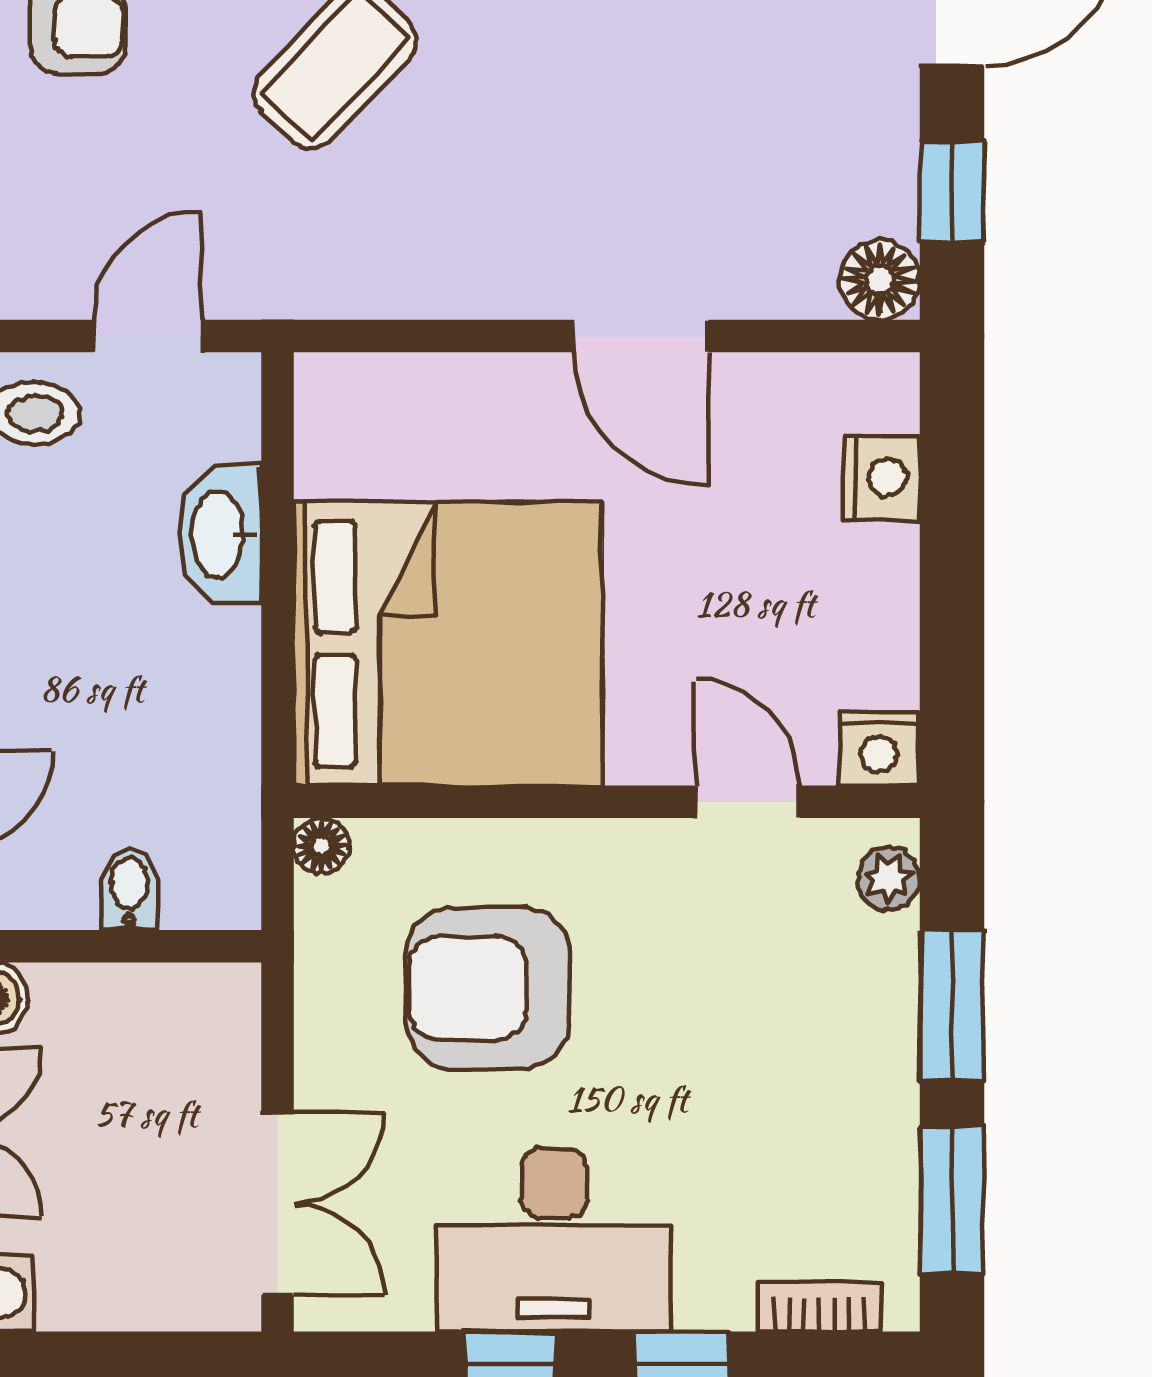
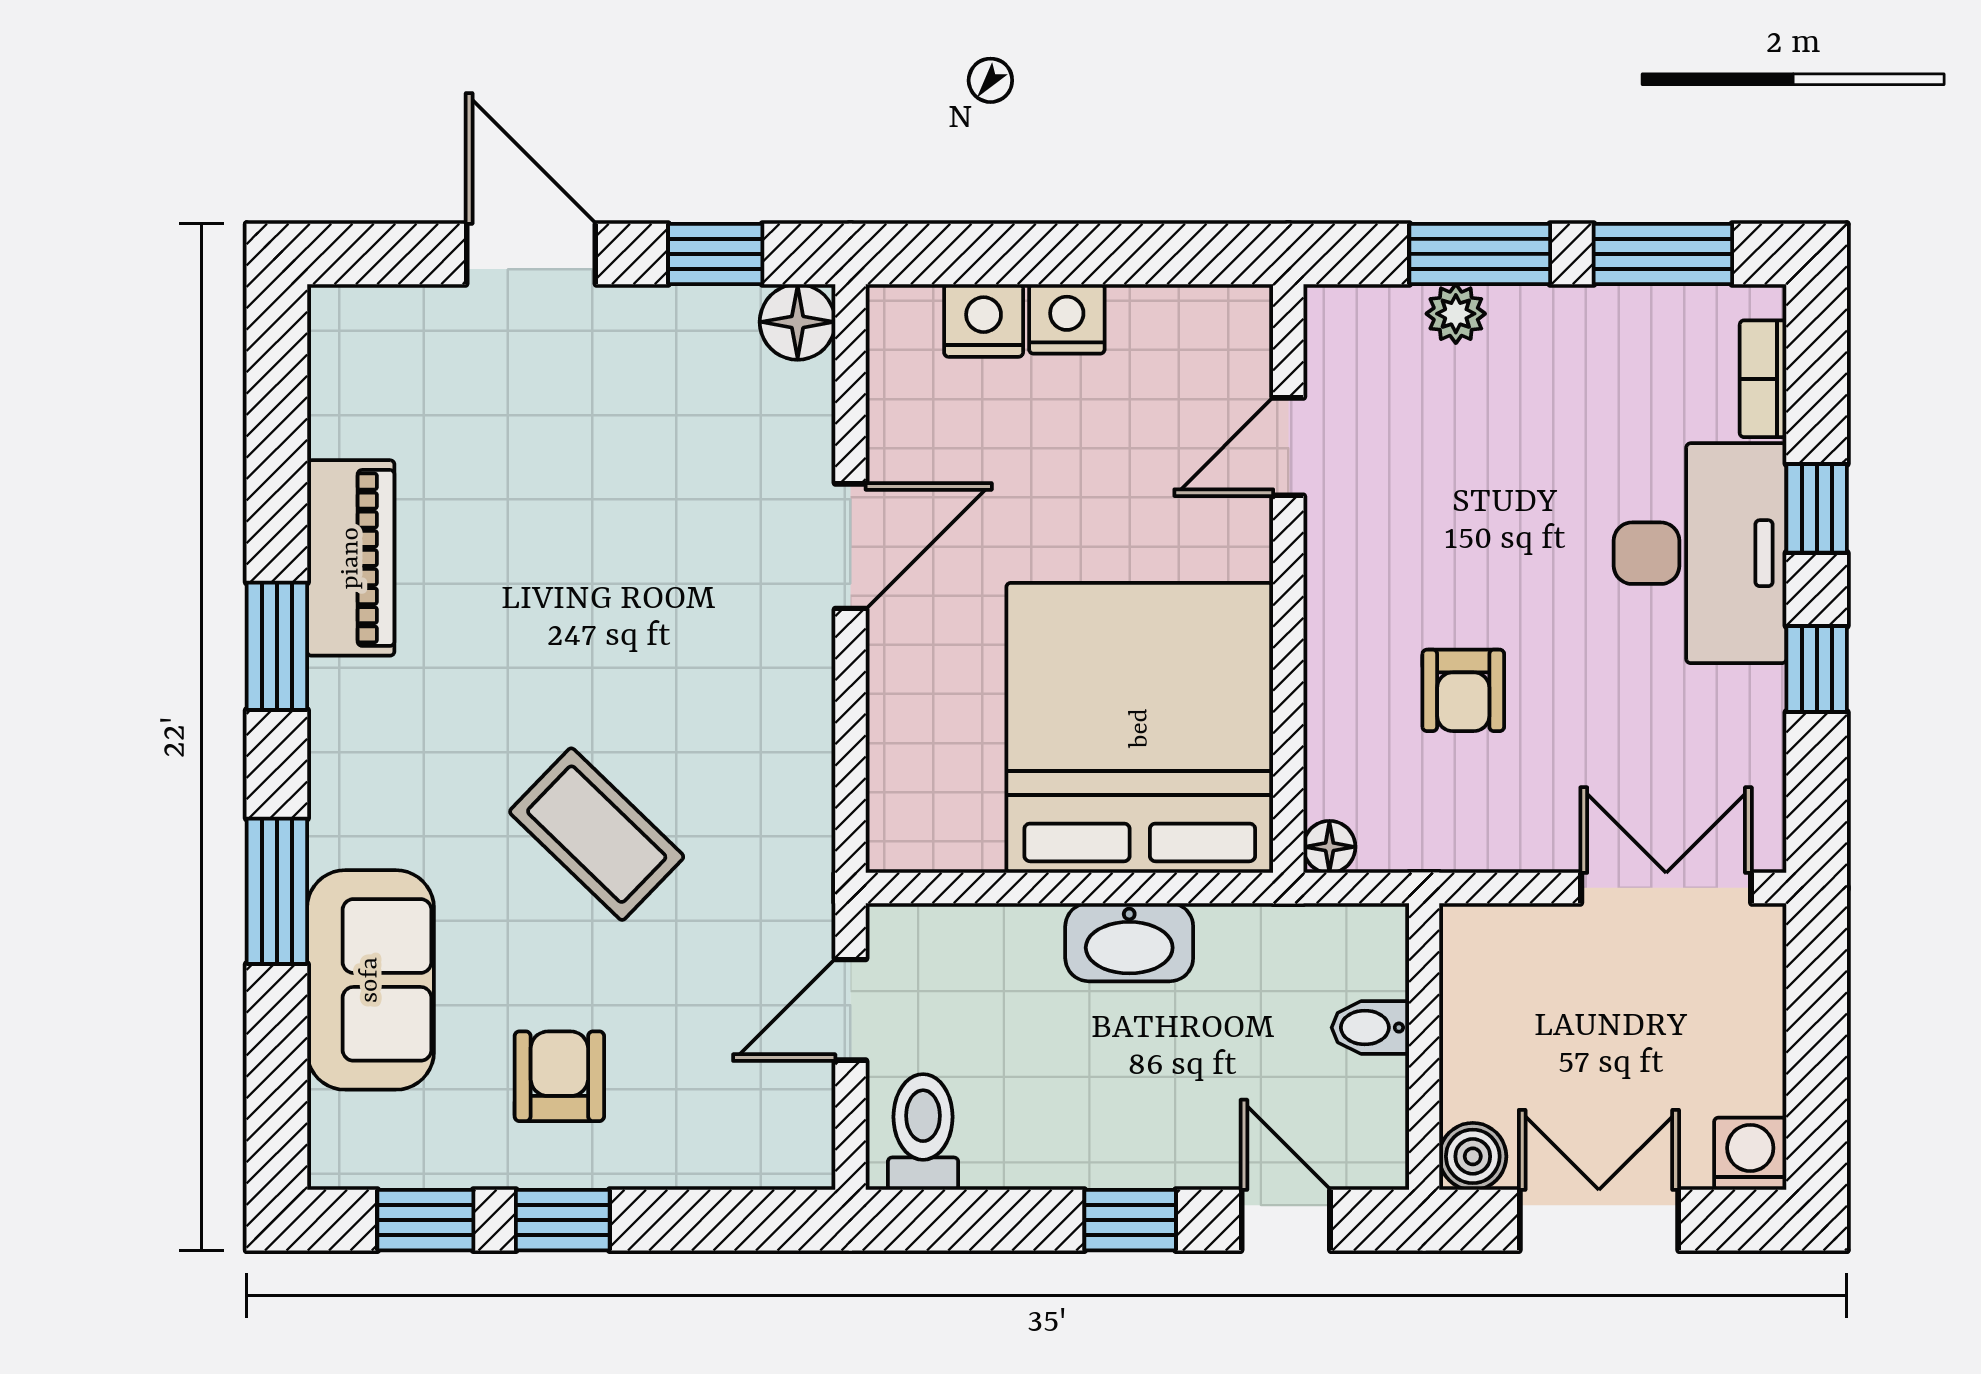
door: (148, 336) -> (850, 1010), hinge flipped
washbasin: (220, 535) -> (1129, 942), moved
nightstand: (879, 749) -> (1067, 319), moved, turned -90
plant: (888, 878) -> (1456, 314), moved
armchair: (488, 988) -> (1463, 690), width x0.53, depth x0.53
desk: (554, 1240) -> (1700, 553), moved

